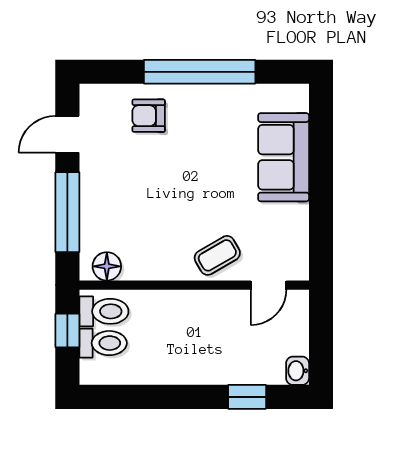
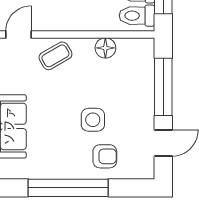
side table: (165, 167) -> (93, 120), added
floor lamp: (107, 266) -> (105, 48), moved

